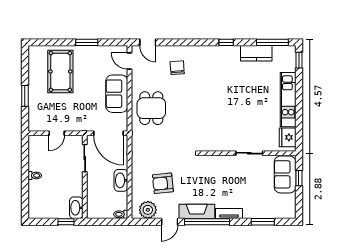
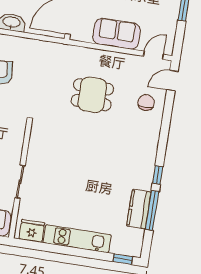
window: (272, 42) -> (152, 210), moved
chair: (177, 68) -> (146, 103), moved, turned -86
dining table: (151, 108) -> (92, 95), moved

